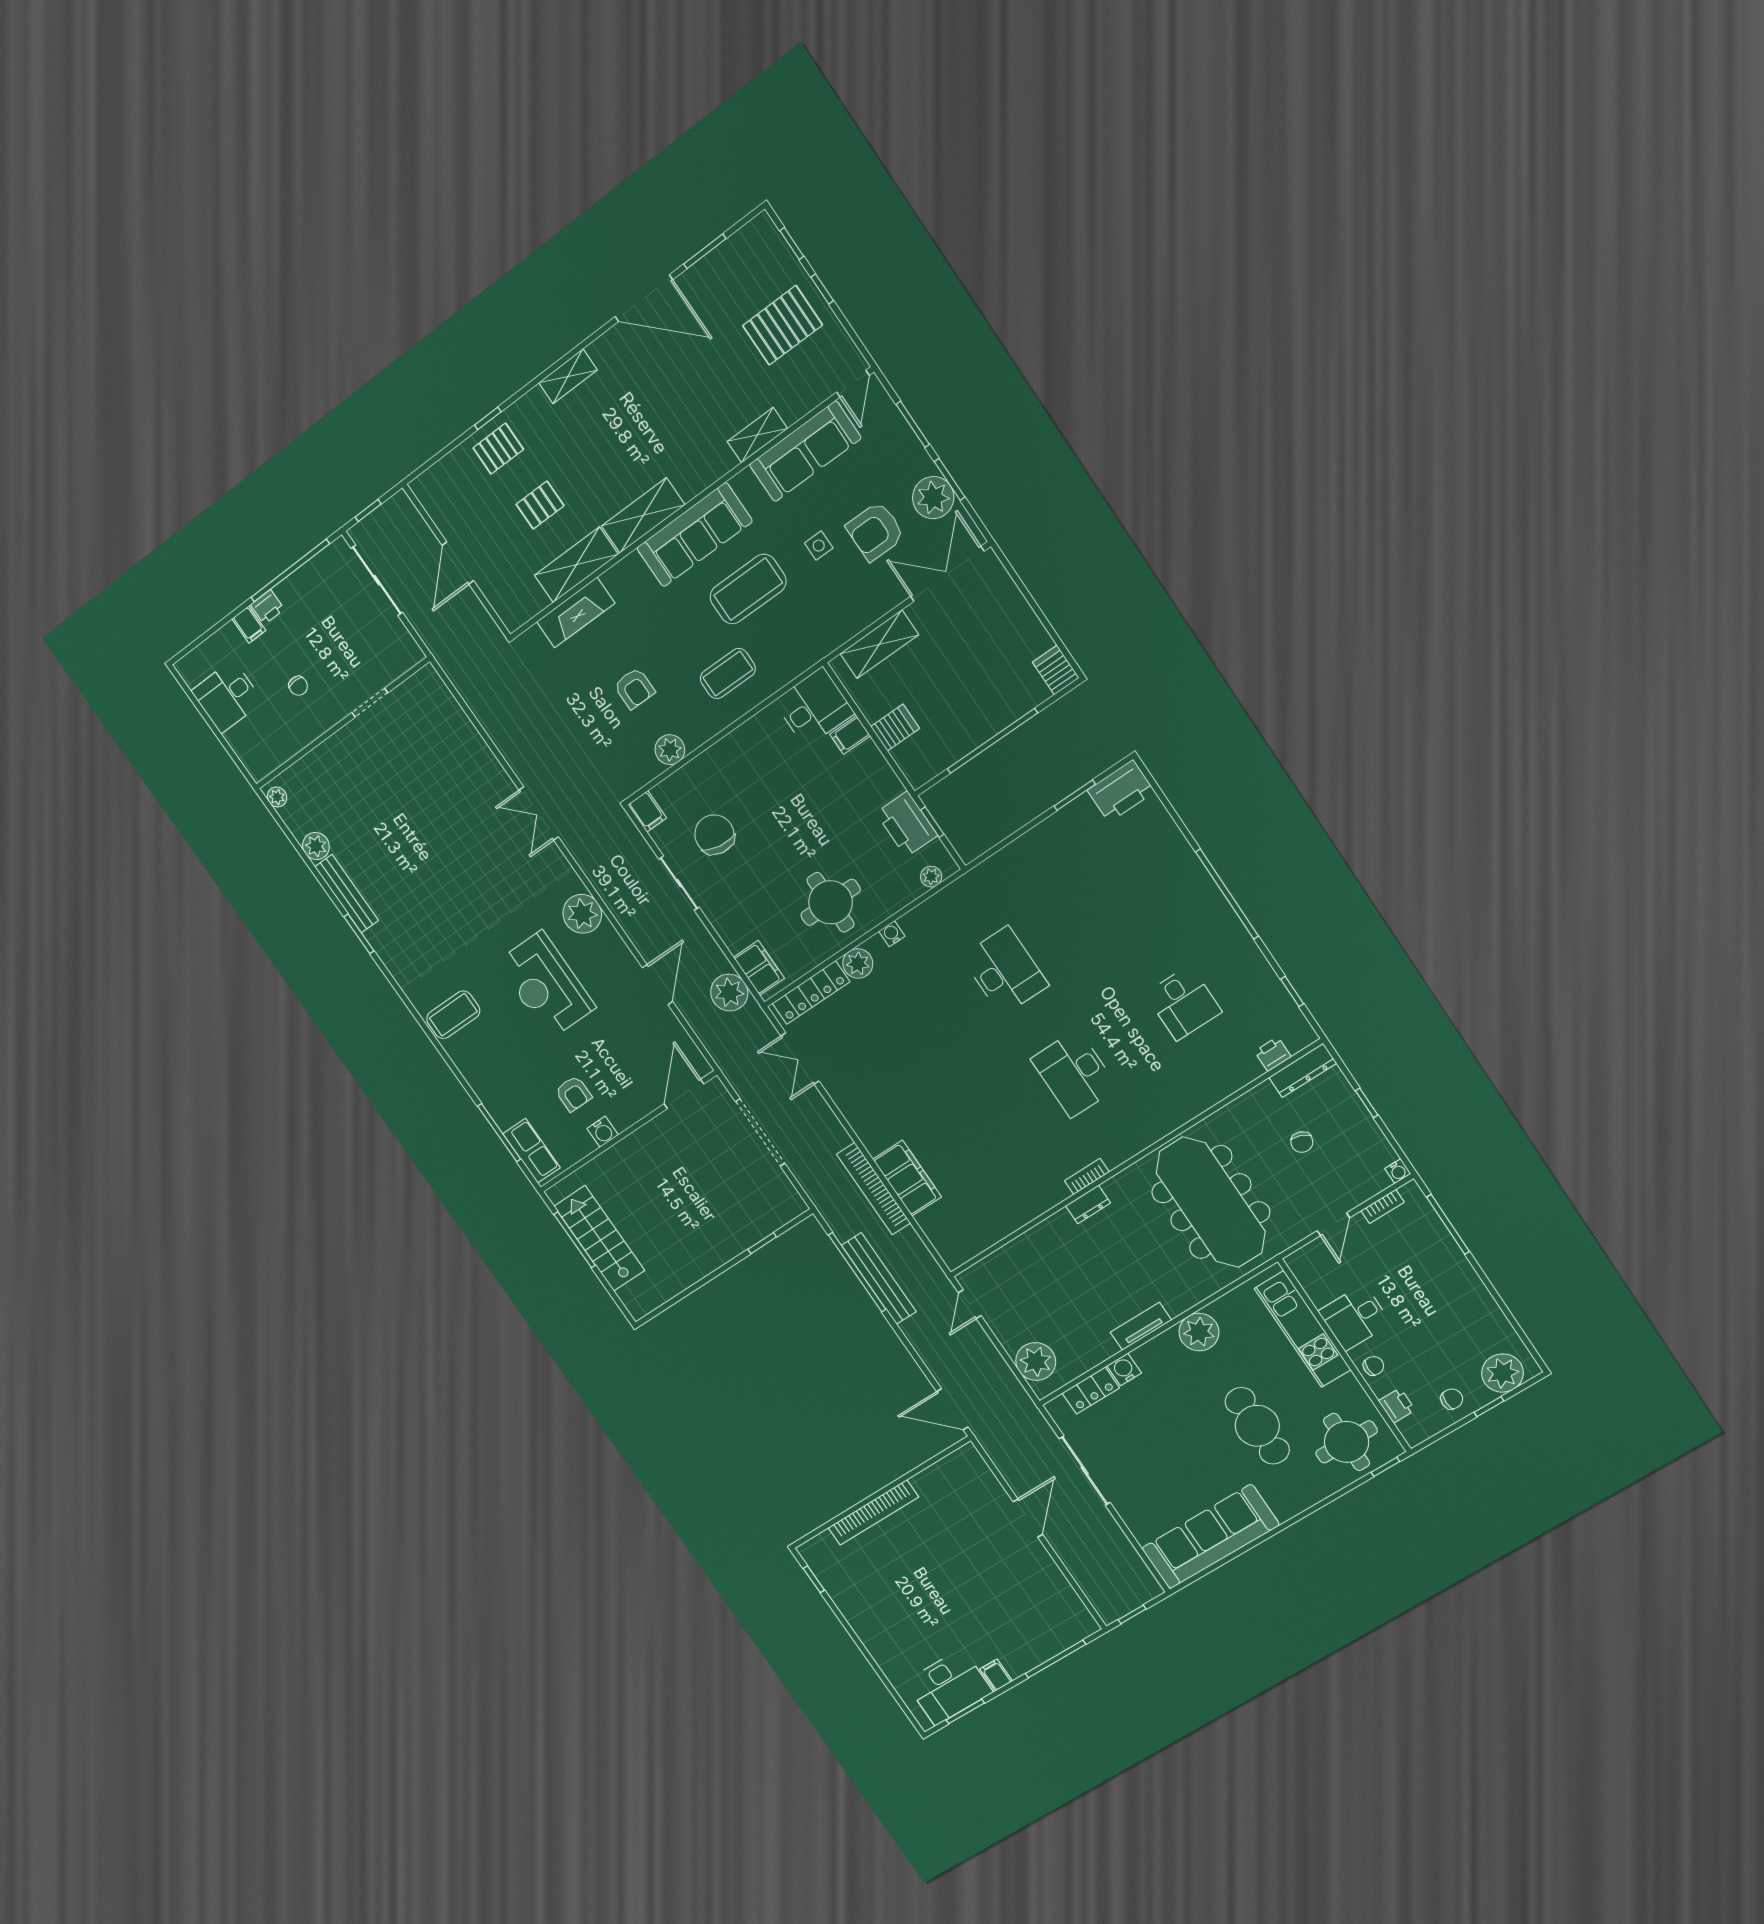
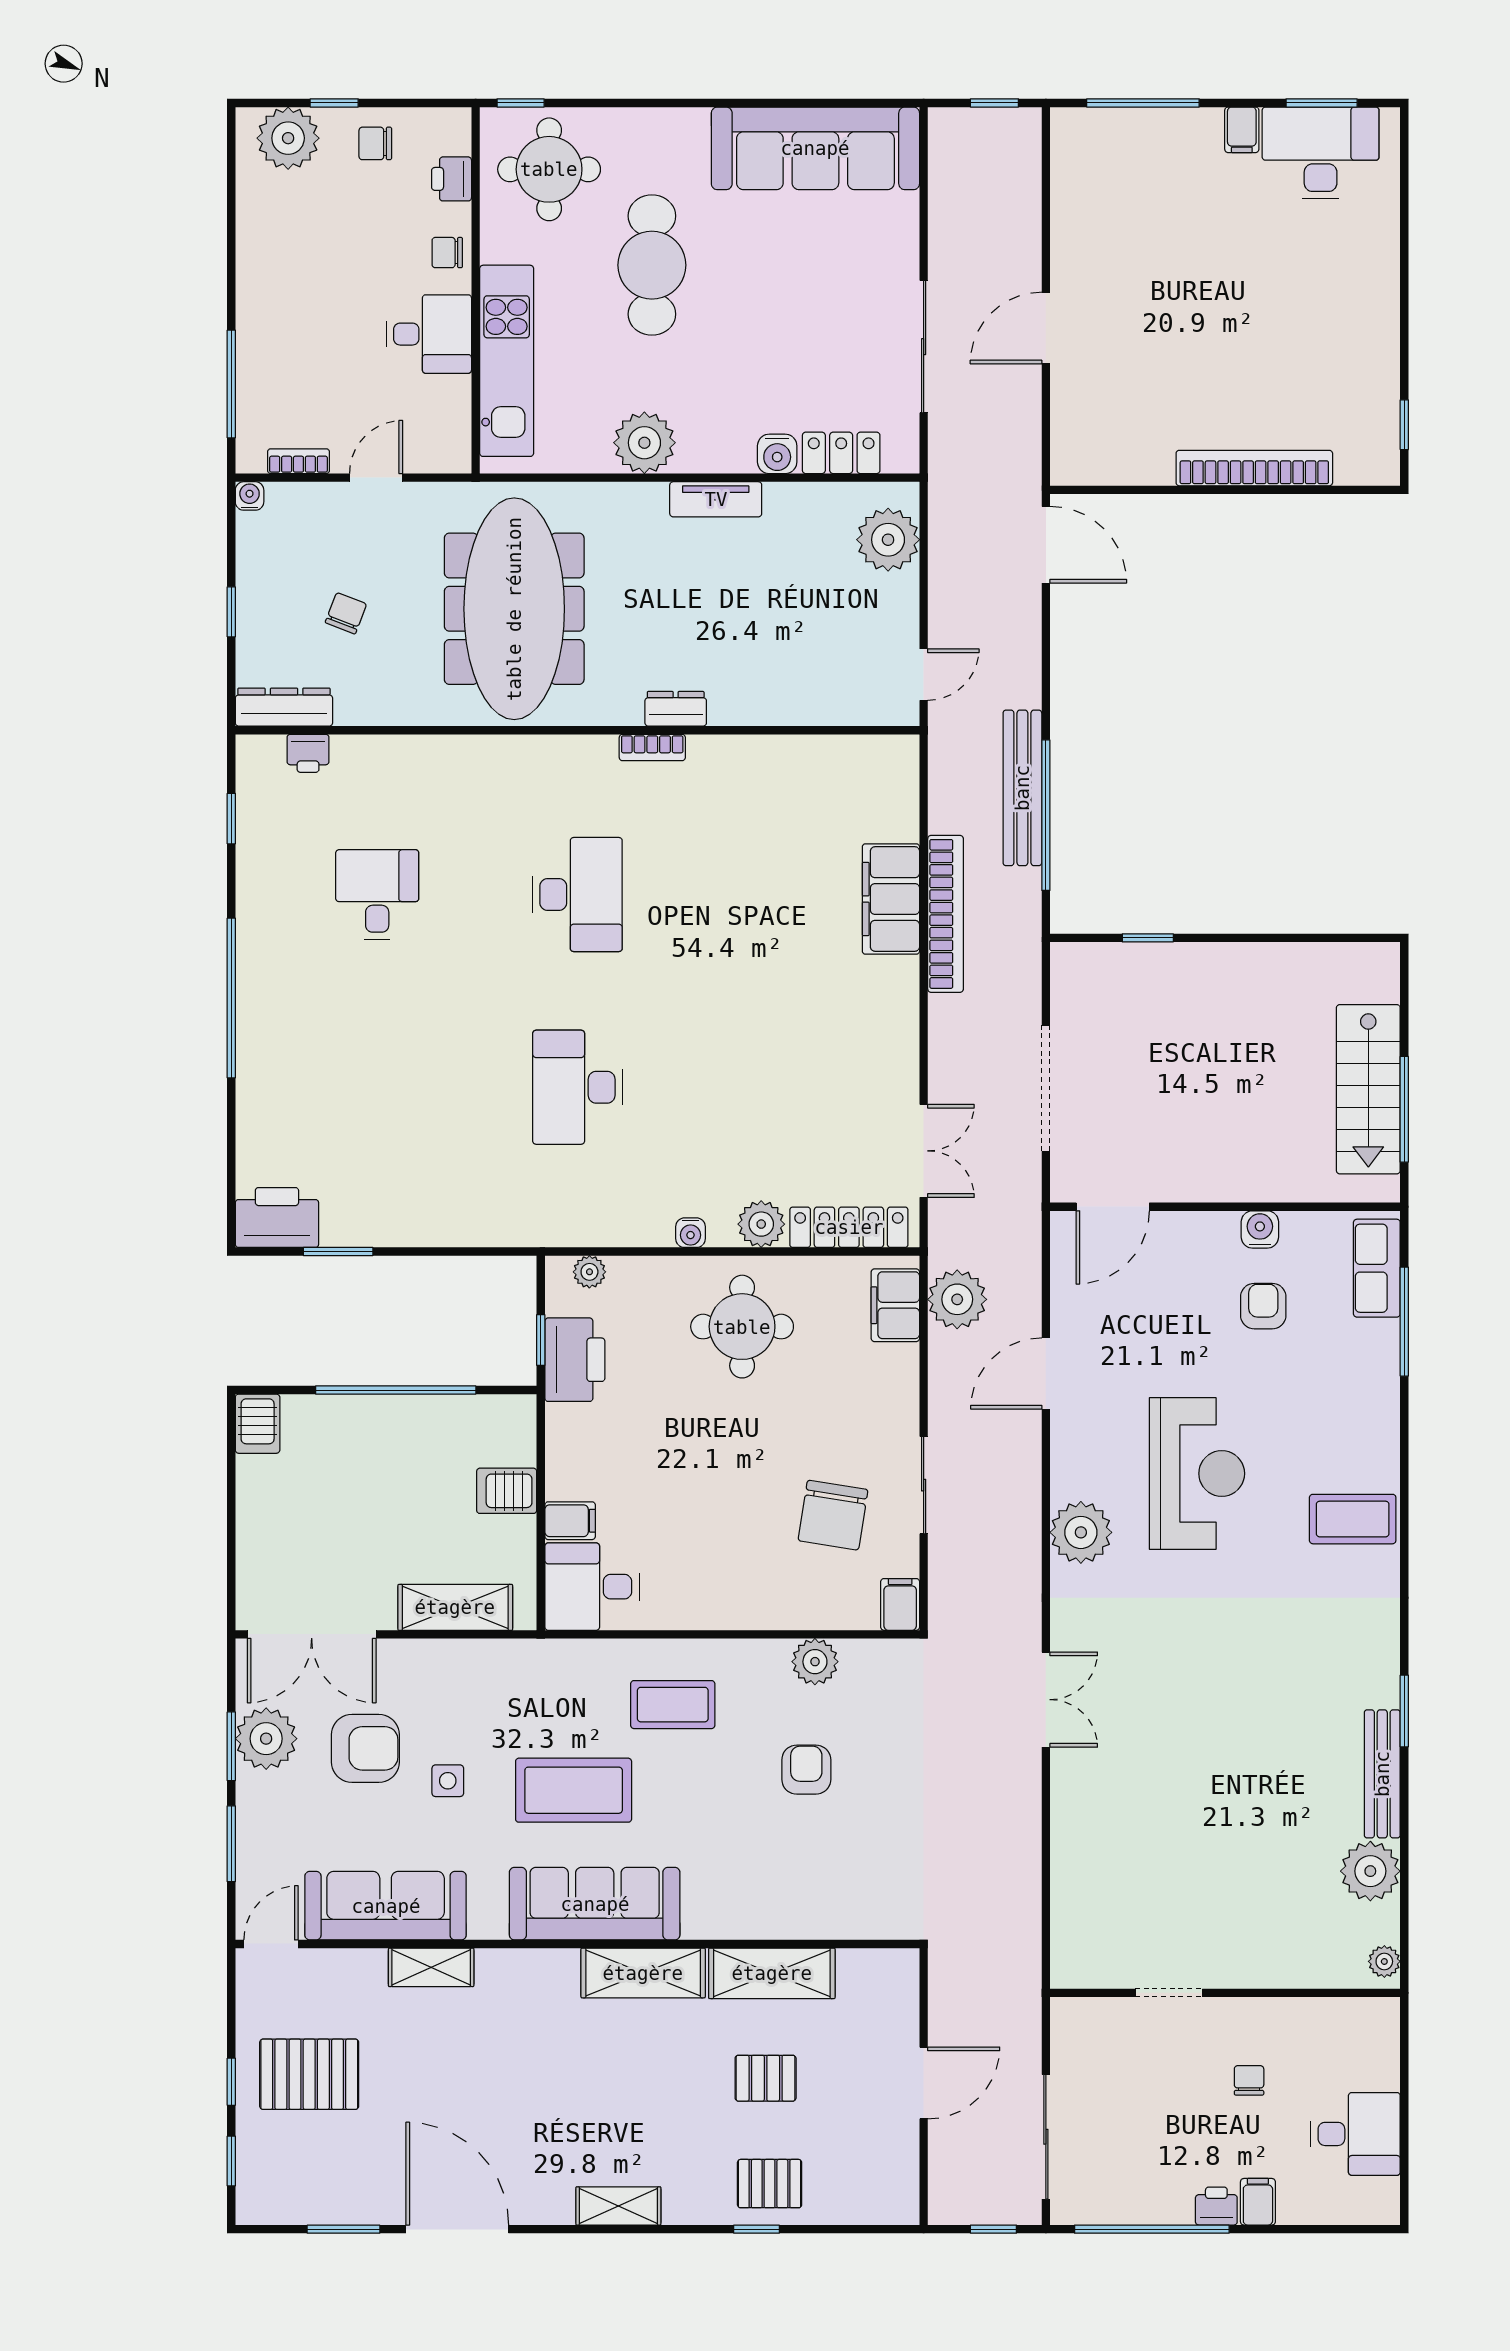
fireplace: (576, 612) -> (815, 1916), removed
plant: (316, 846) -> (1370, 1871), width x1.36, depth x1.36

